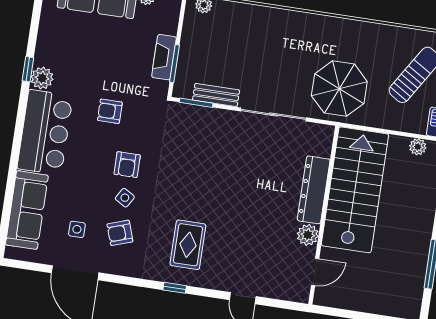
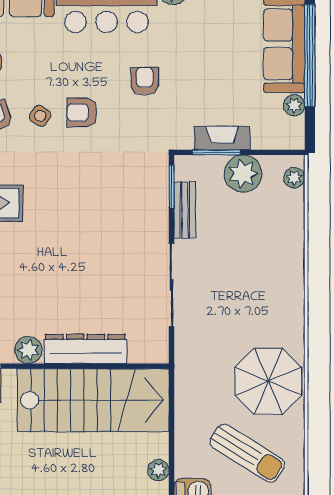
plant: (194, 45) -> (243, 174), added
parasol: (339, 89) -> (268, 381), moved

